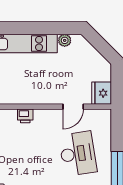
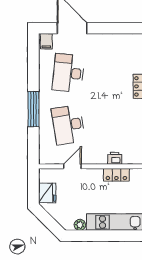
fridge: (102, 93) -> (47, 193), moved
locker: (23, 97) -> (116, 175), added

